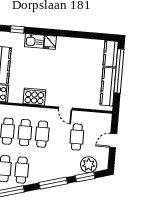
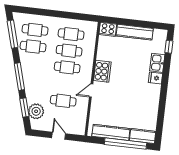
cooker: (34, 97) -> (102, 71), moved

